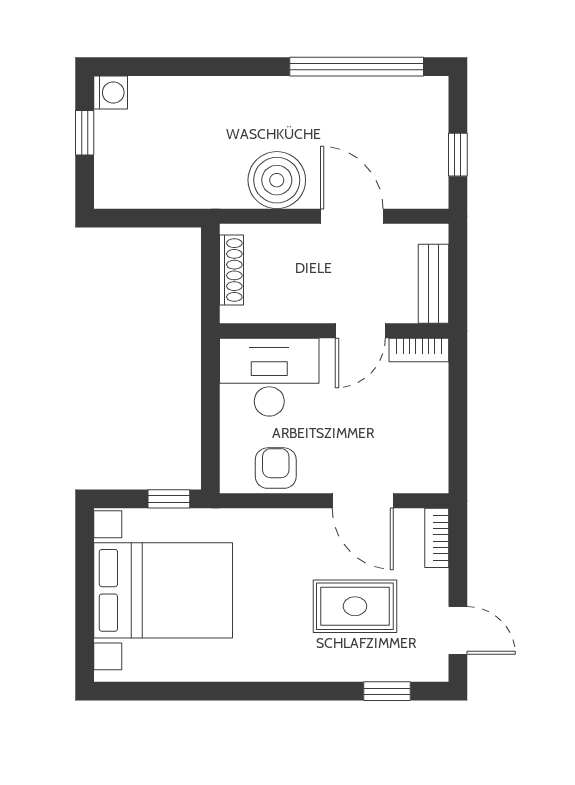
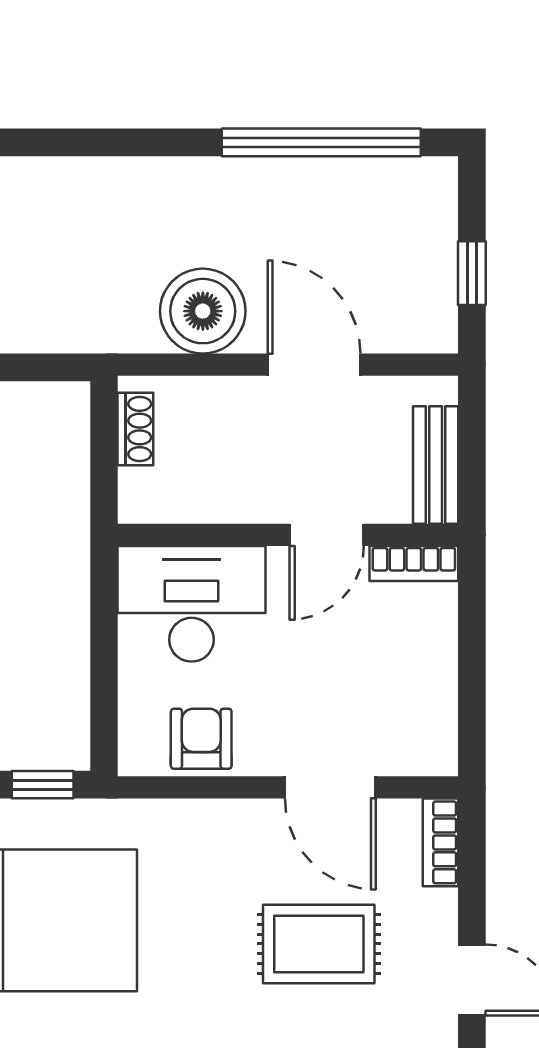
shoe rack: (231, 270) -> (135, 429), width x0.70

